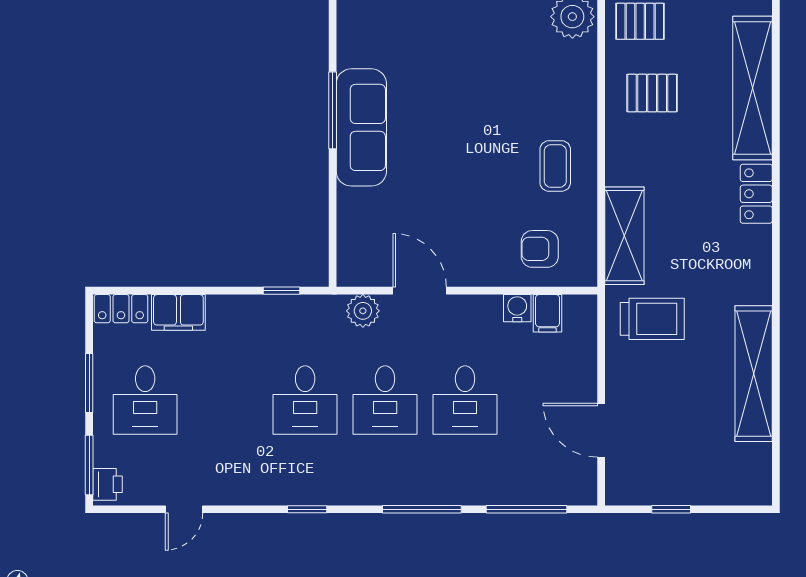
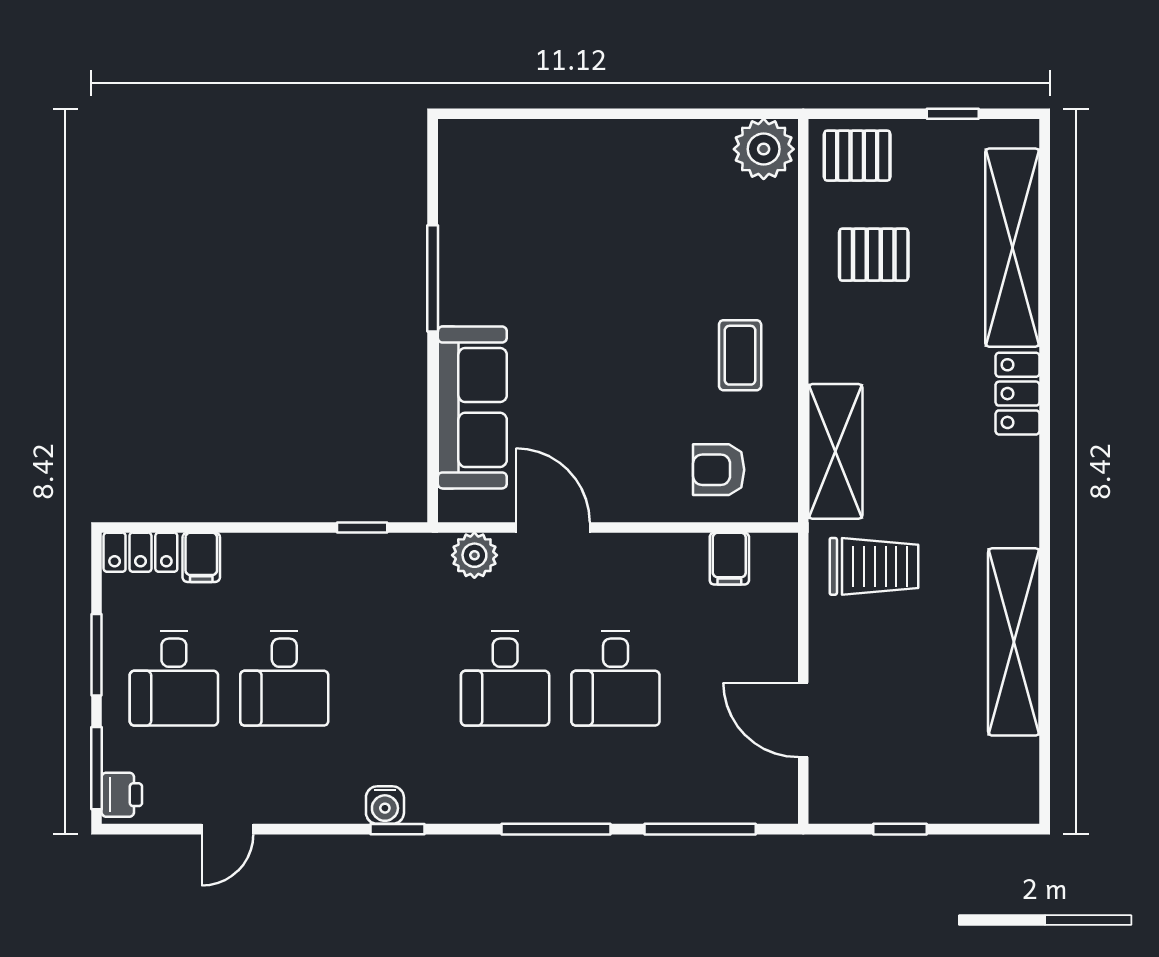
sofa: (361, 127) -> (472, 407), moved
water cooler: (517, 308) -> (385, 805), moved, turned 180
filing cabinet: (178, 312) -> (201, 557), width x0.50
desk: (305, 400) -> (284, 678), moved

